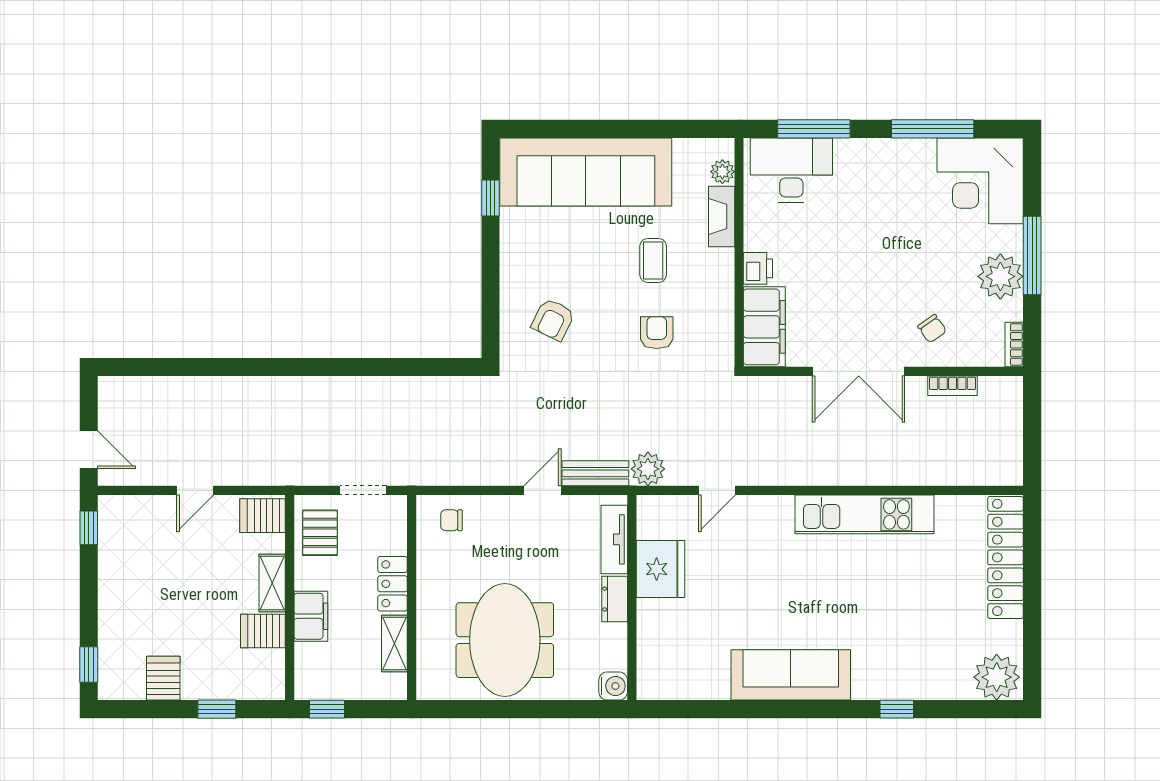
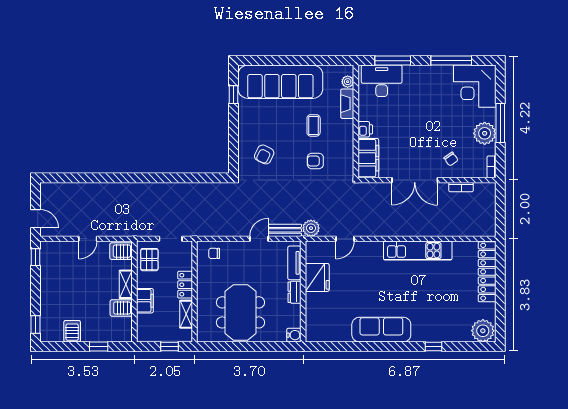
armchair: (657, 333) -> (315, 161), turned -90
window: (327, 709) -> (169, 347), moved

